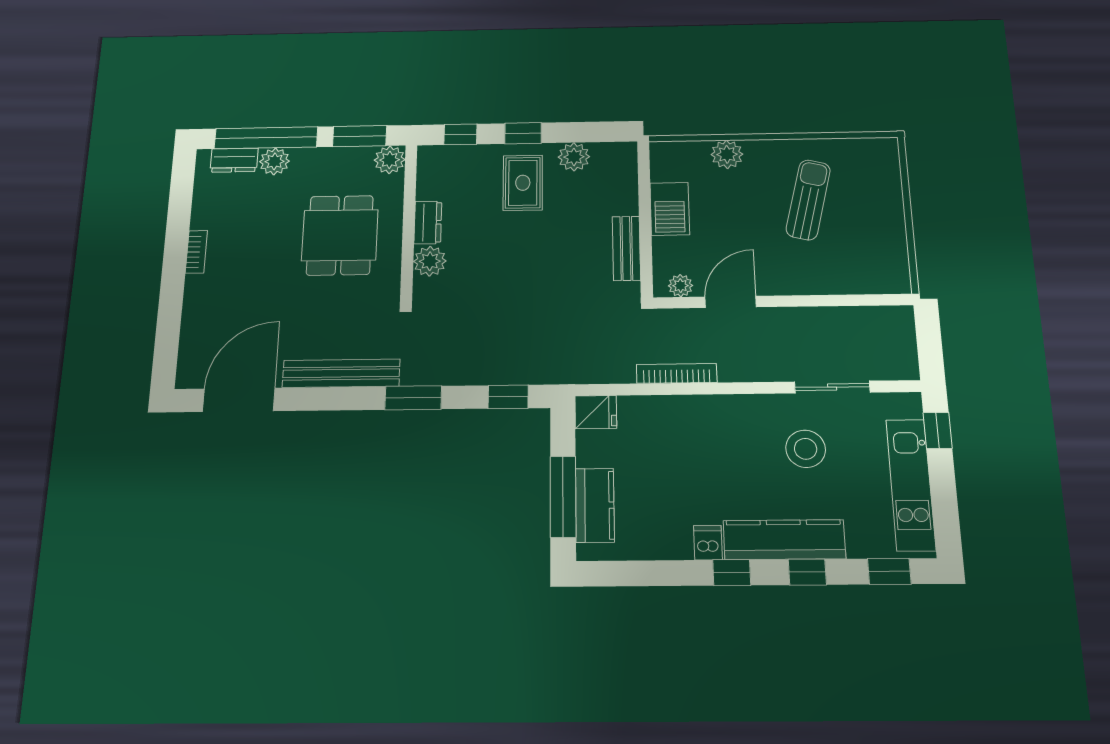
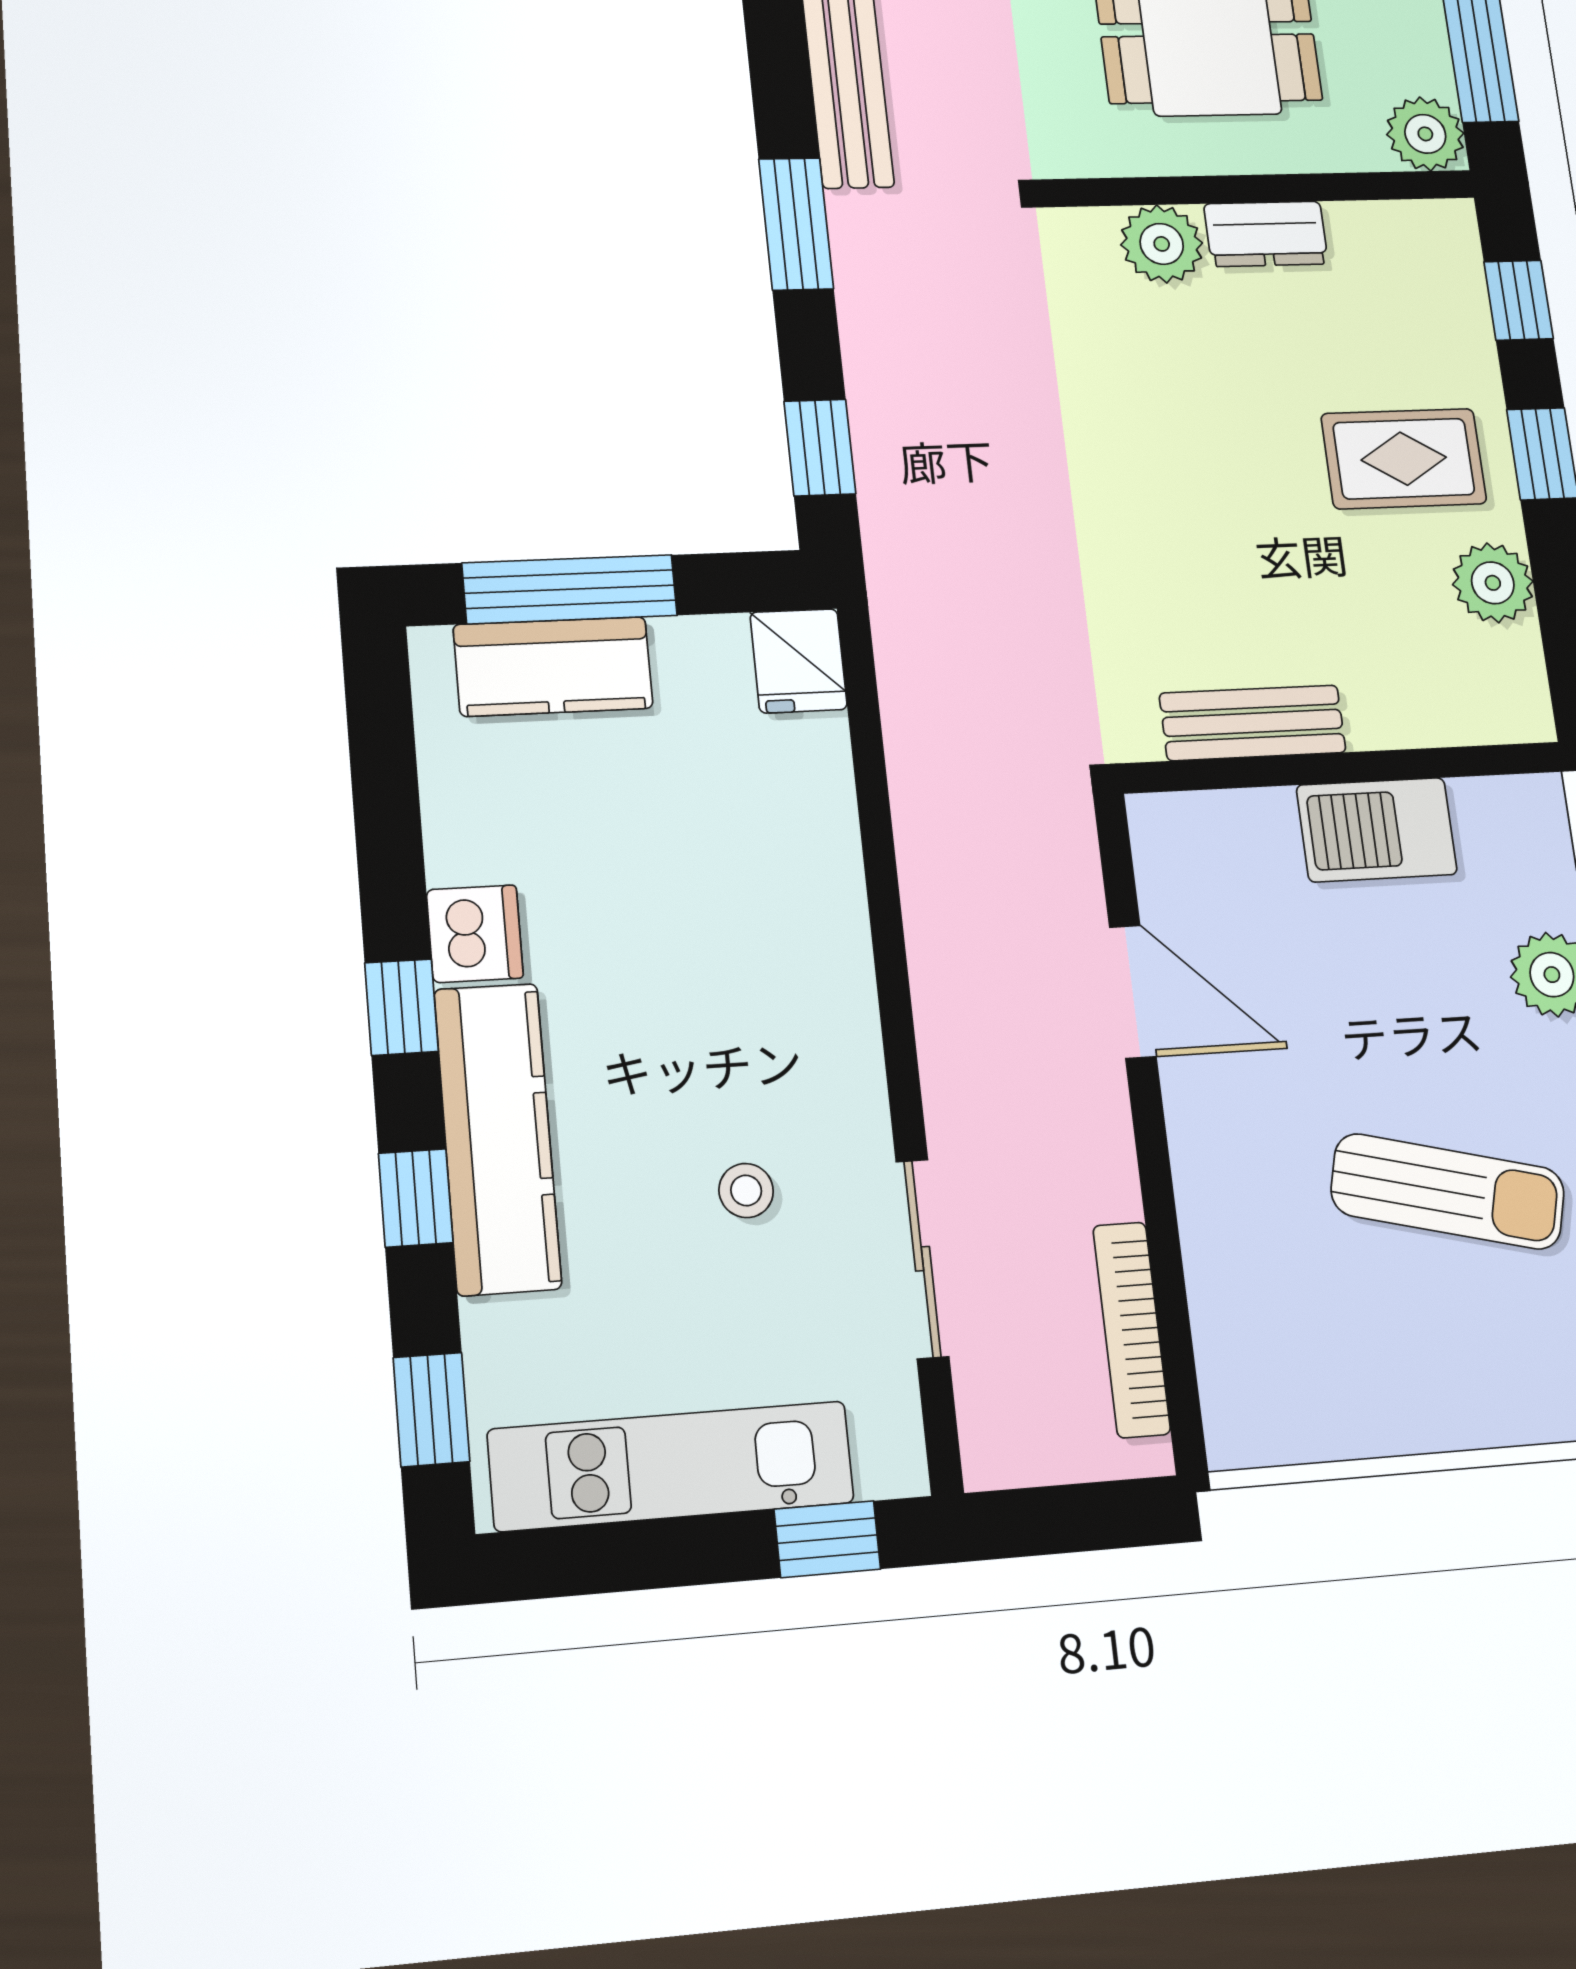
plant: (680, 286) -> (1164, 862), removed
bookcase: (677, 373) -> (1132, 1329), moved, turned 180
stool: (806, 449) -> (746, 1191), width x0.53, depth x0.53
dishwasher: (708, 543) -> (475, 934), width x1.38

